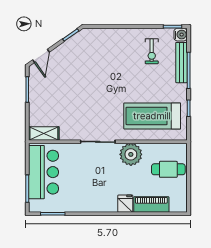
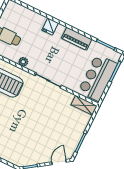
plant: (131, 154) -> (23, 62), width x0.53, depth x0.53
piano: (151, 205) -> (77, 39), moved

